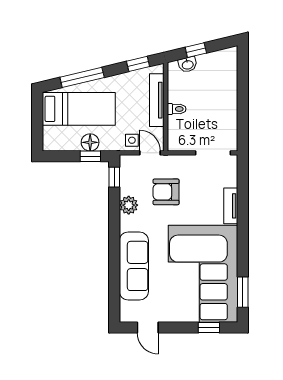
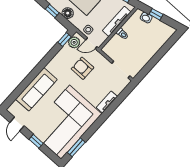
door: (150, 153) -> (91, 43), swing flipped
window: (90, 156) -> (52, 11), moved
plant: (129, 205) -> (74, 42), moved
window: (209, 328) -> (36, 141), moved

